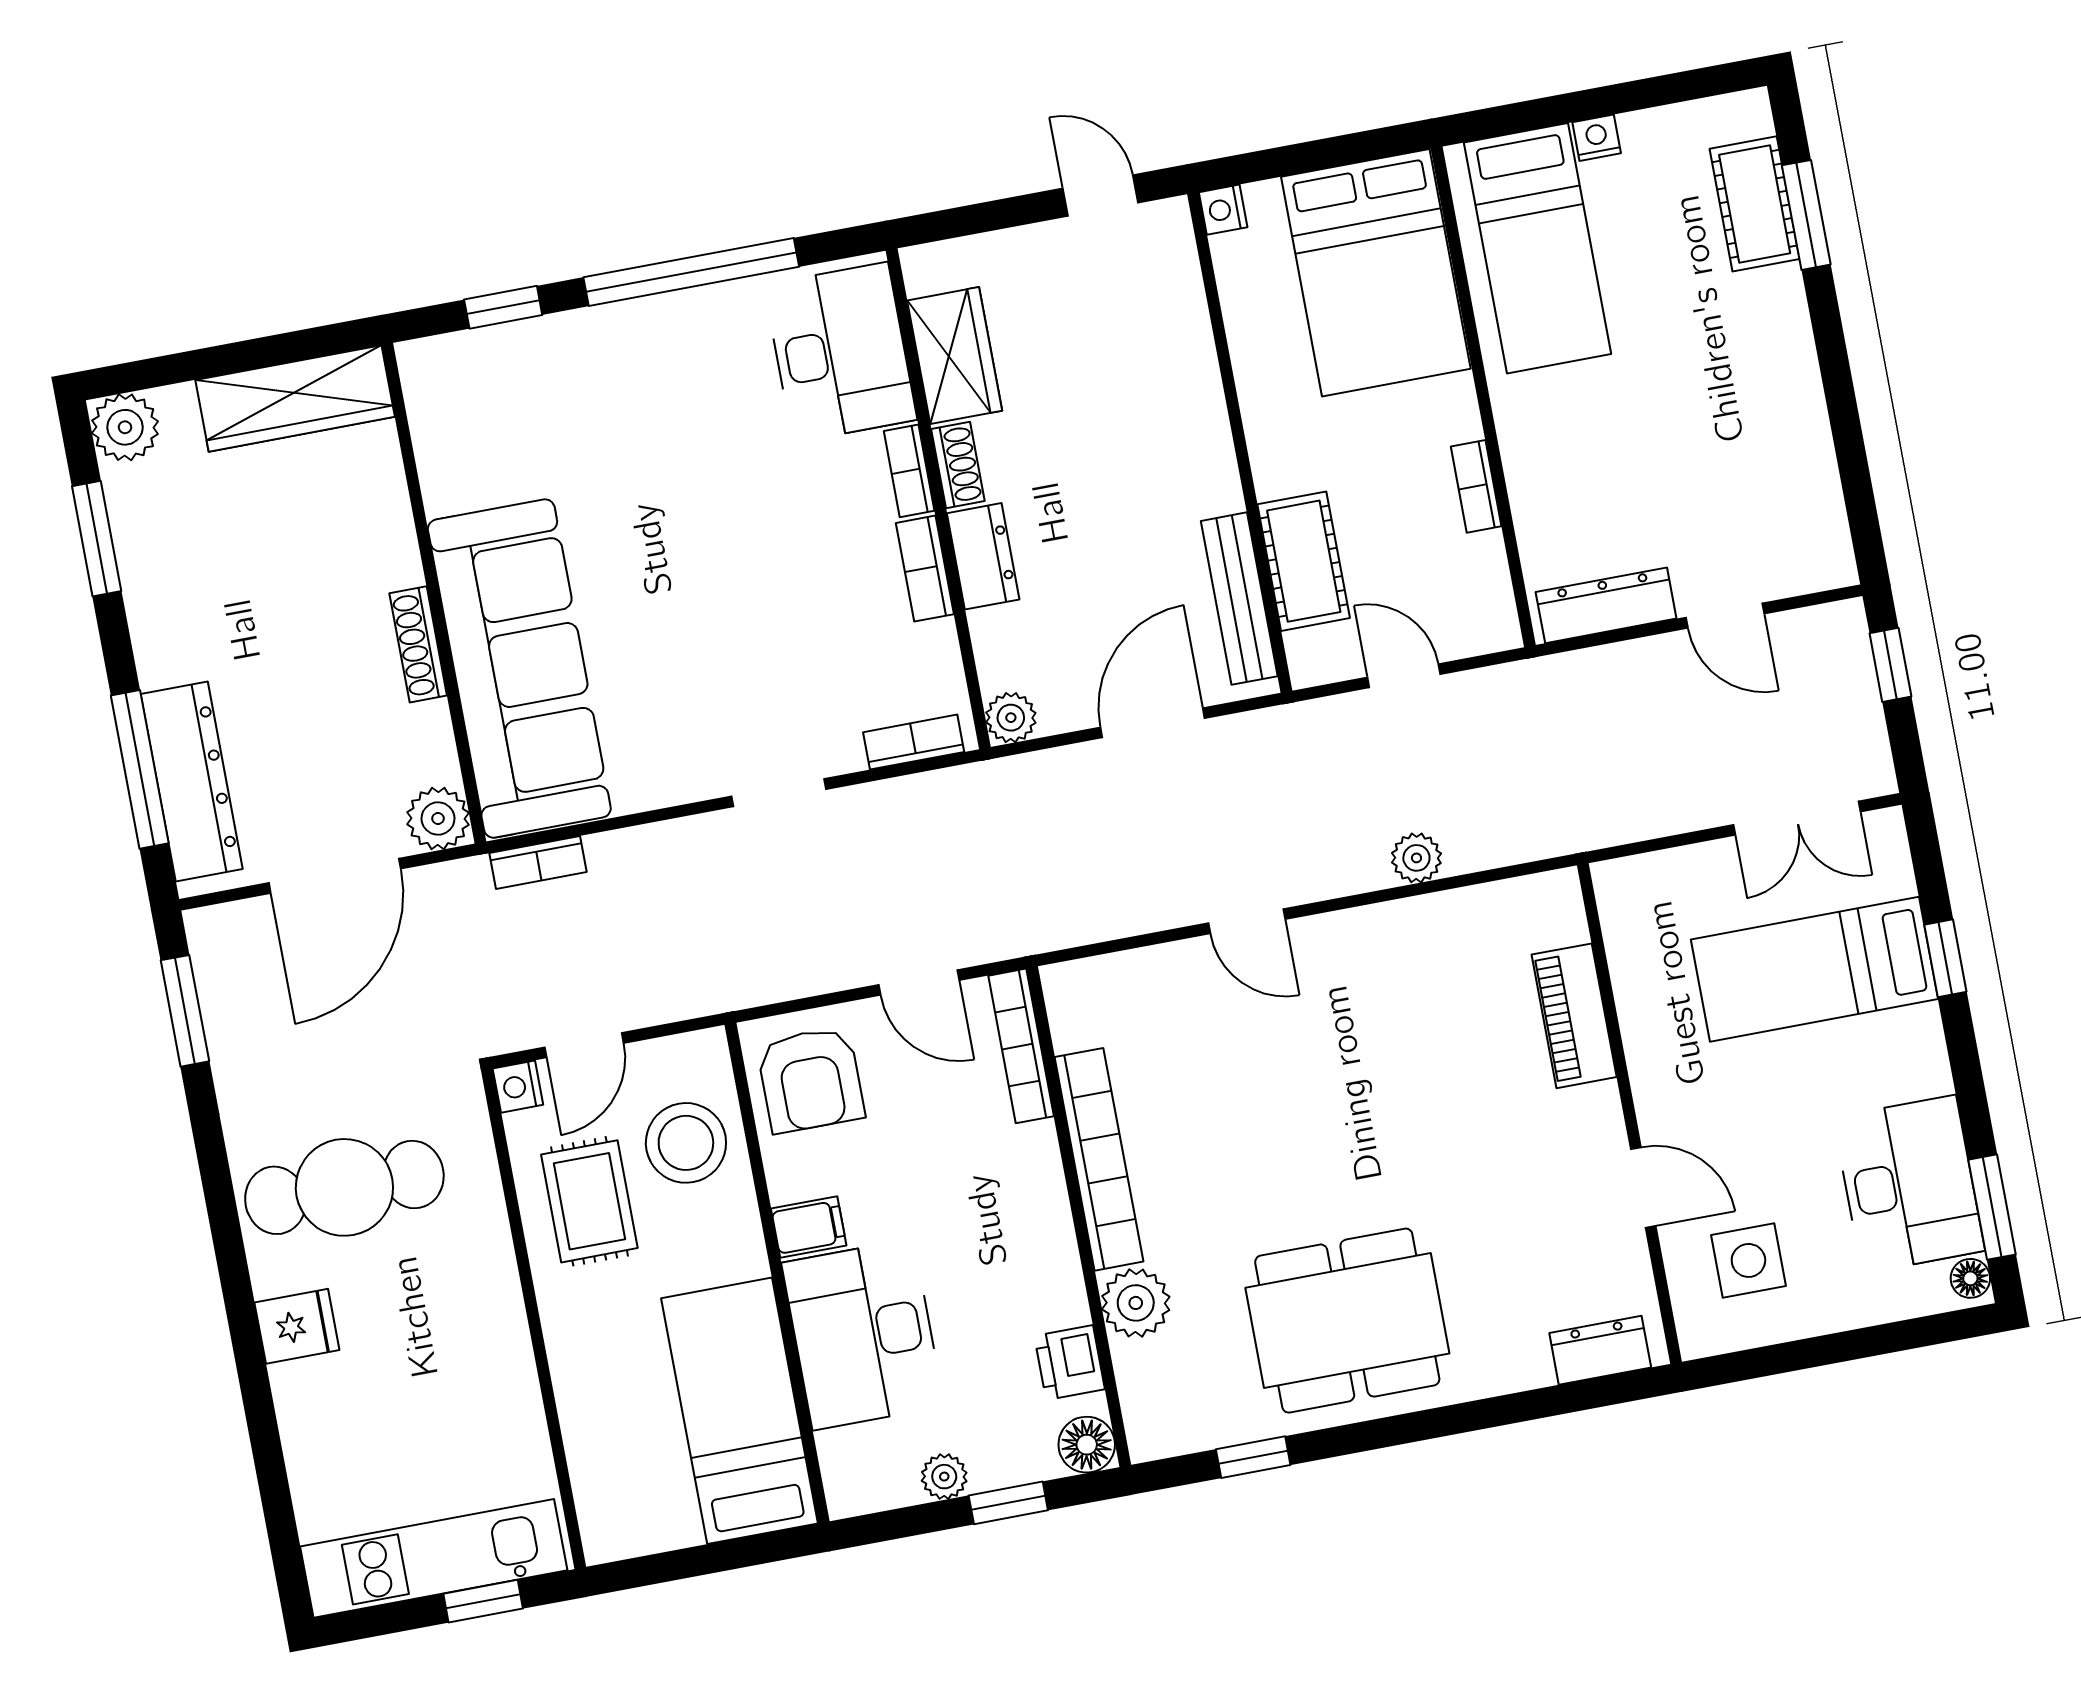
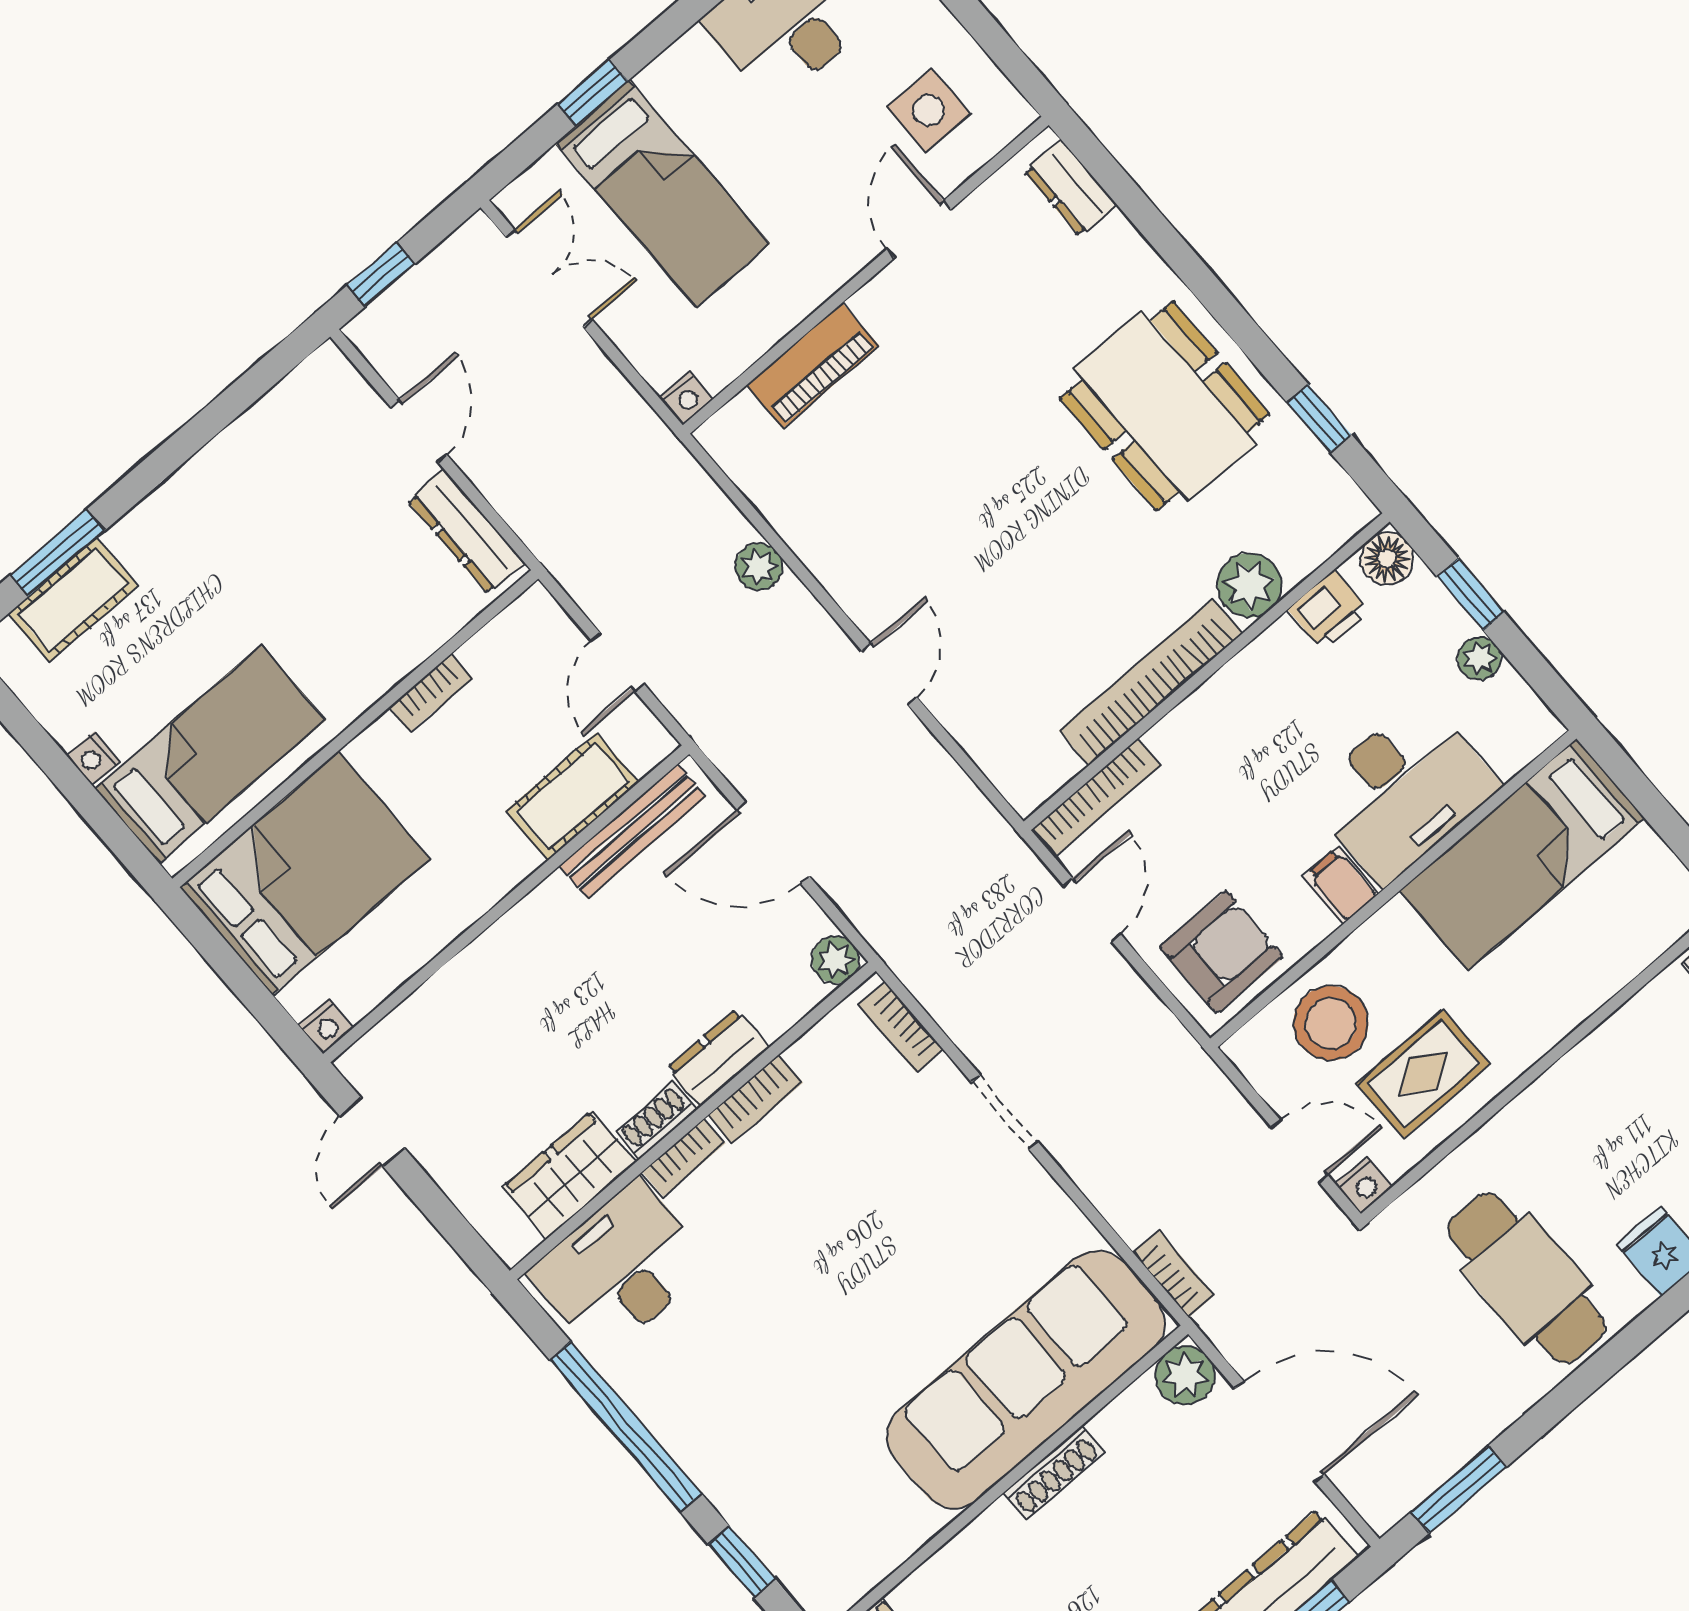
nightstand: (1612, 882) -> (687, 398), added

